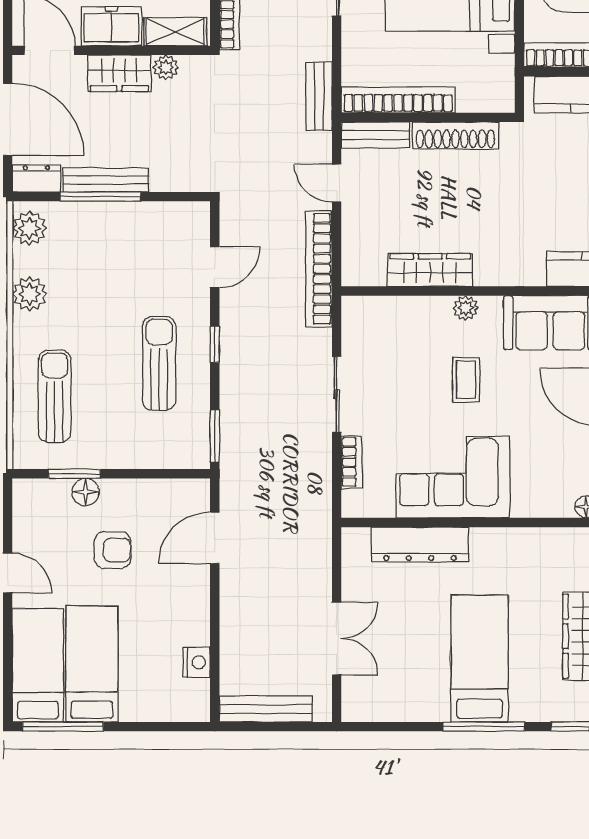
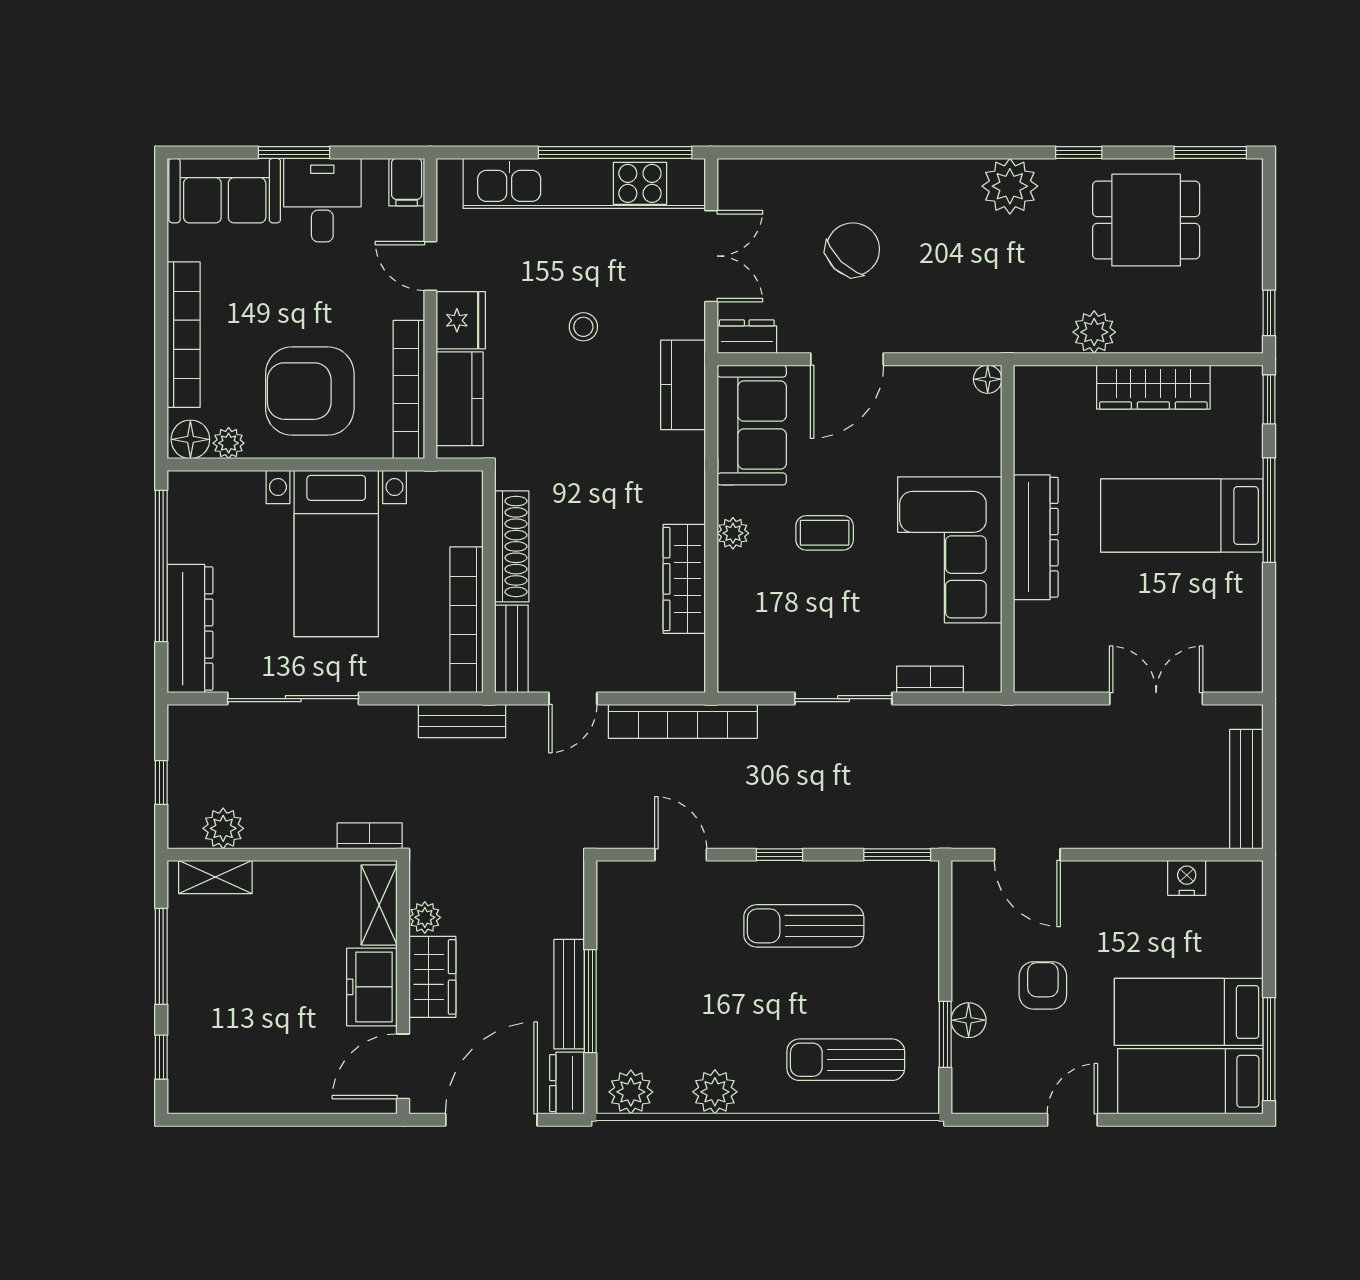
dresser: (420, 544) -> (1036, 537), moved

